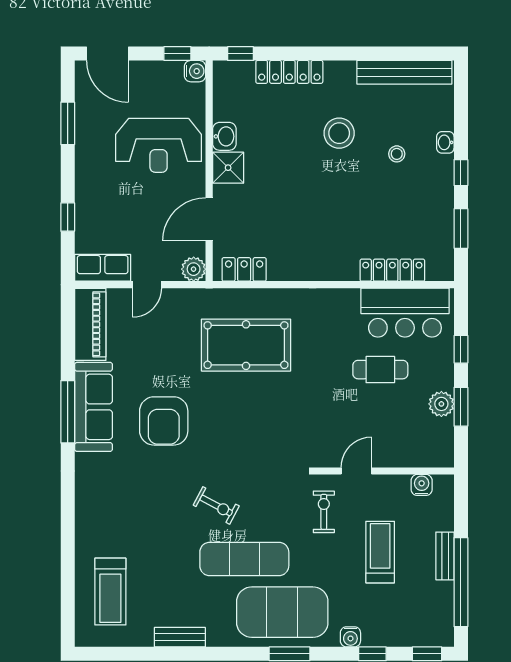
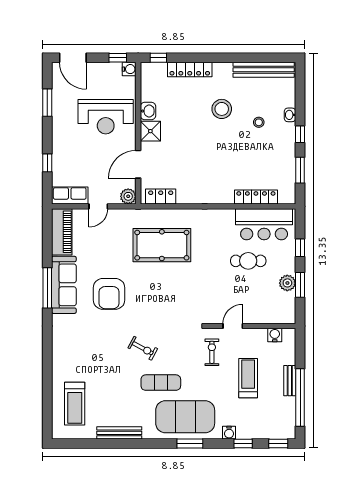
exercise mat: (244, 559) -> (161, 383), width x0.73, depth x0.69
bench: (180, 637) -> (119, 433), width x1.36

